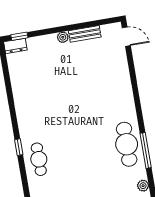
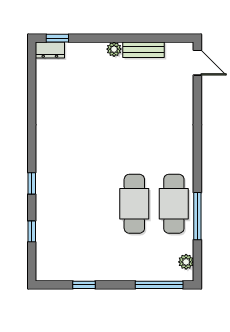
cafe table: (39, 159) -> (134, 204), moved, width x1.37, depth x1.35
window: (25, 183) -> (32, 231), added

